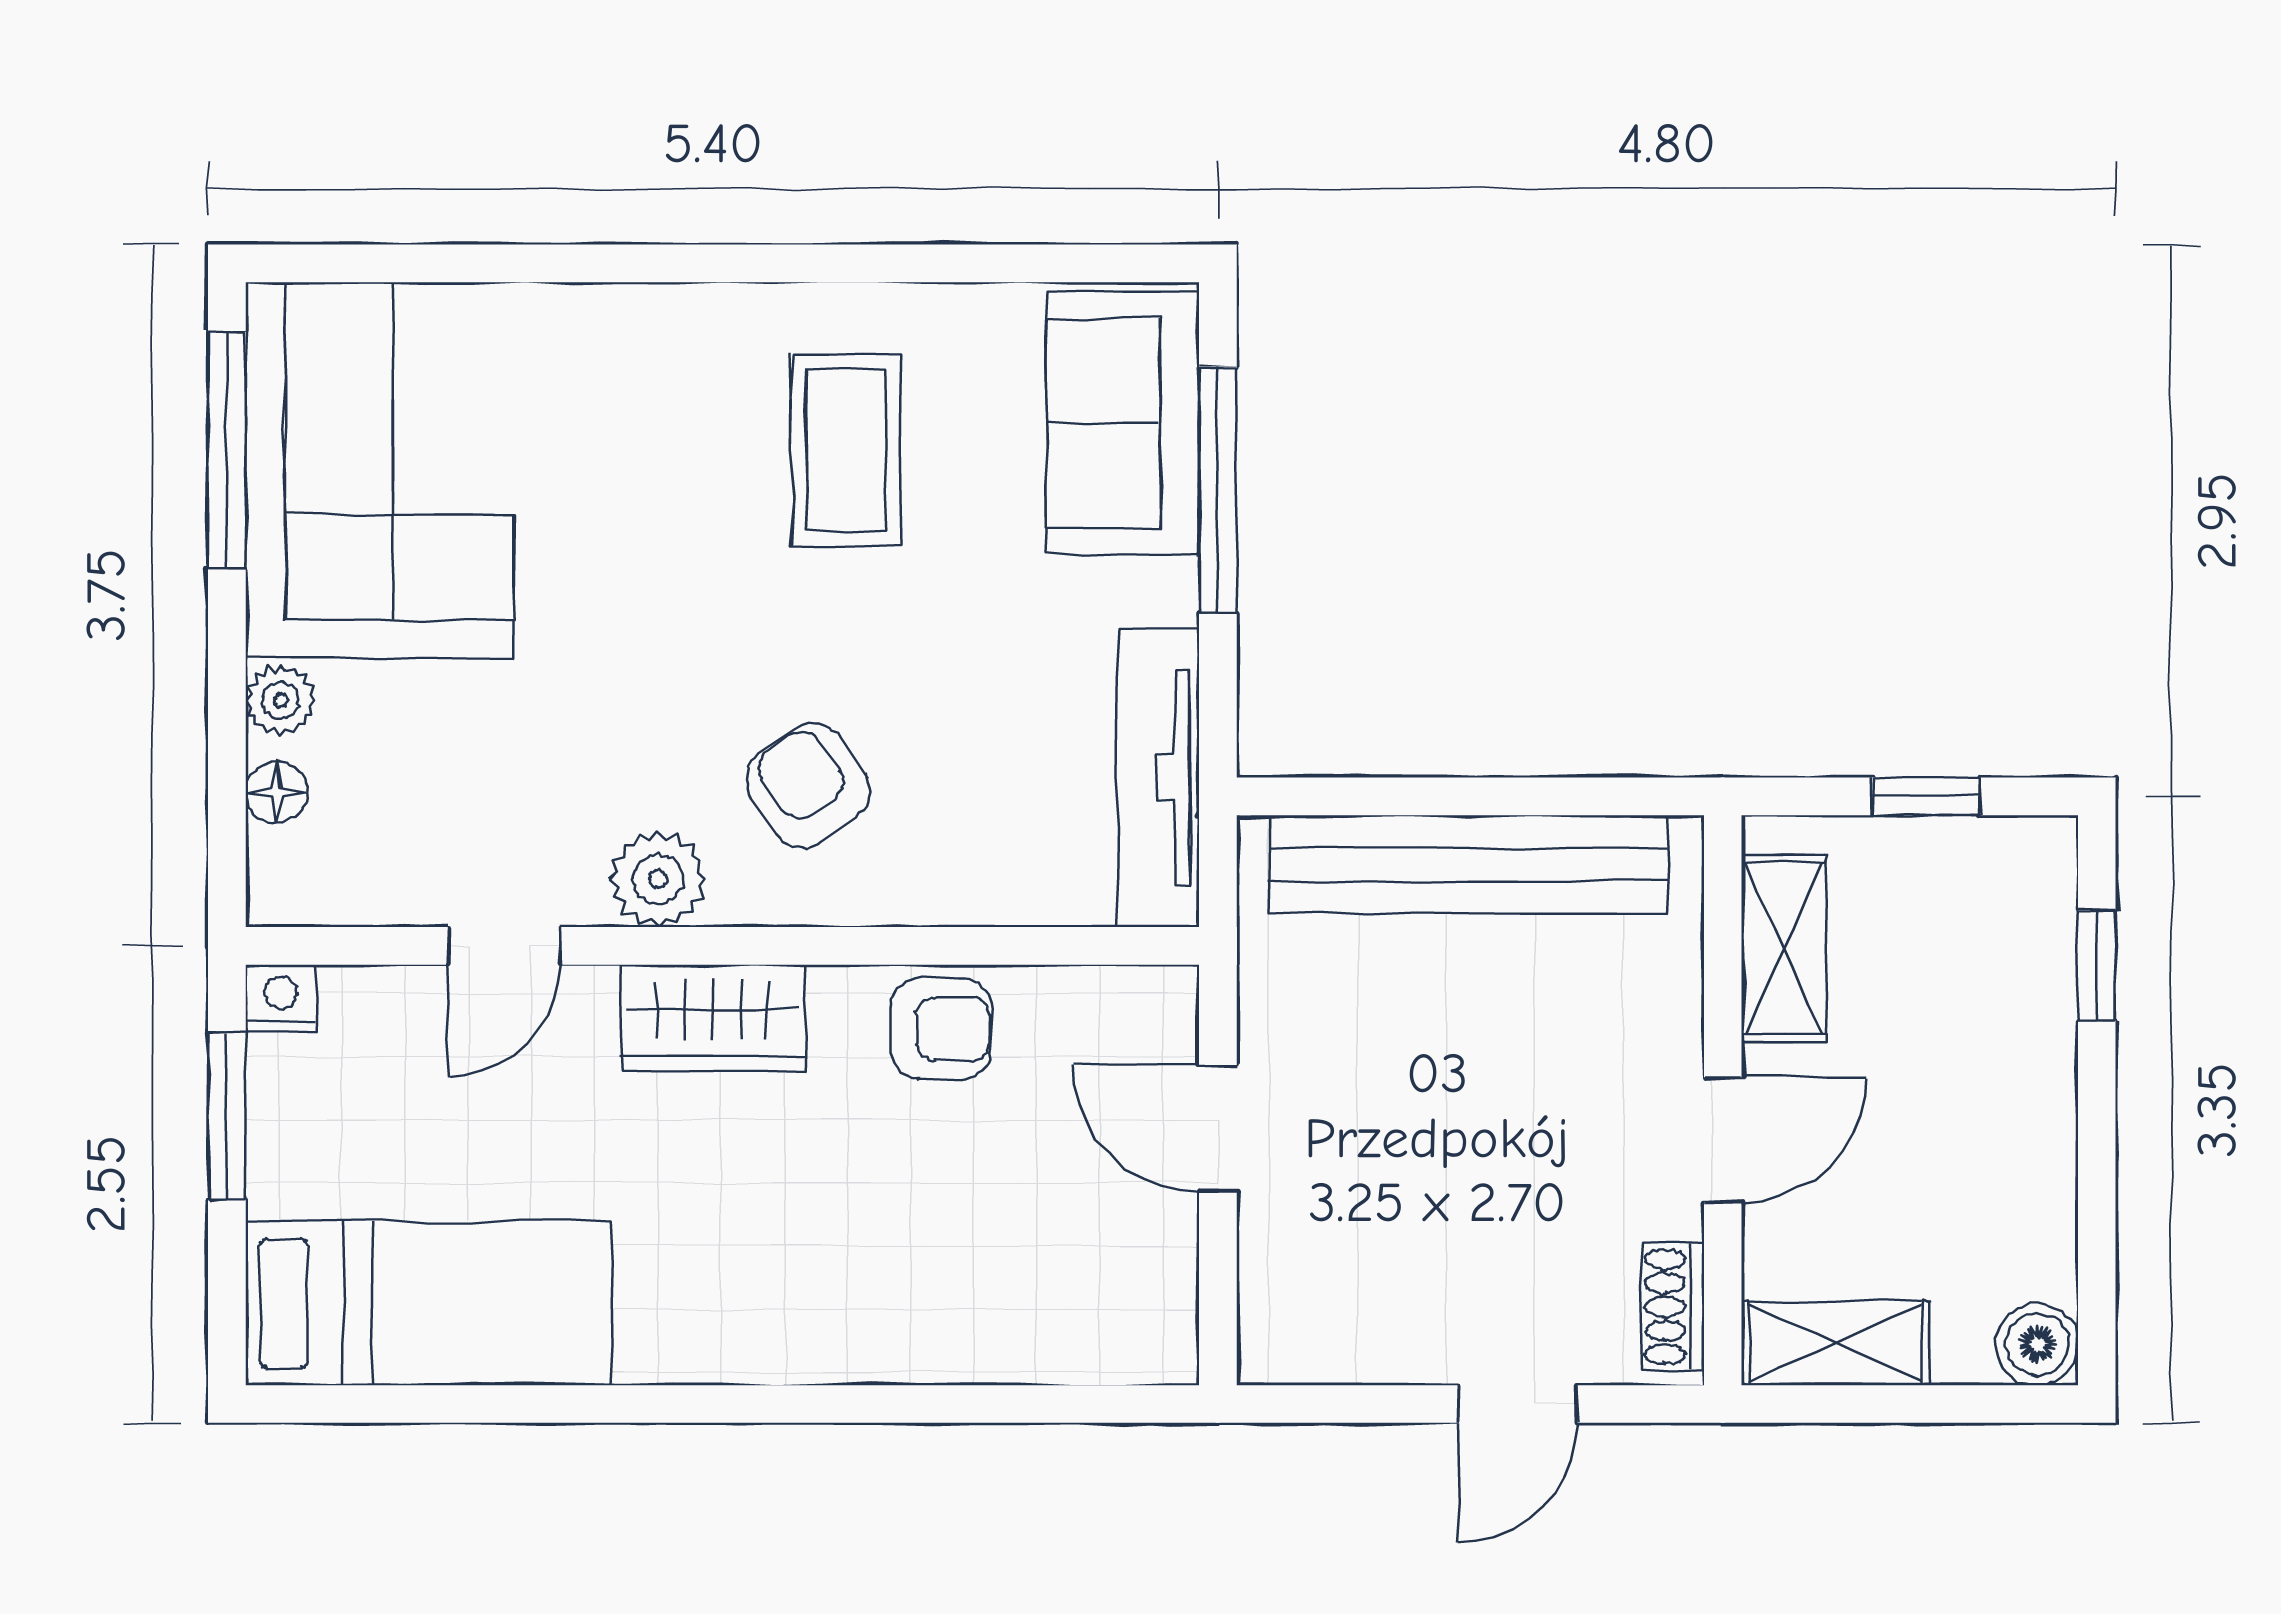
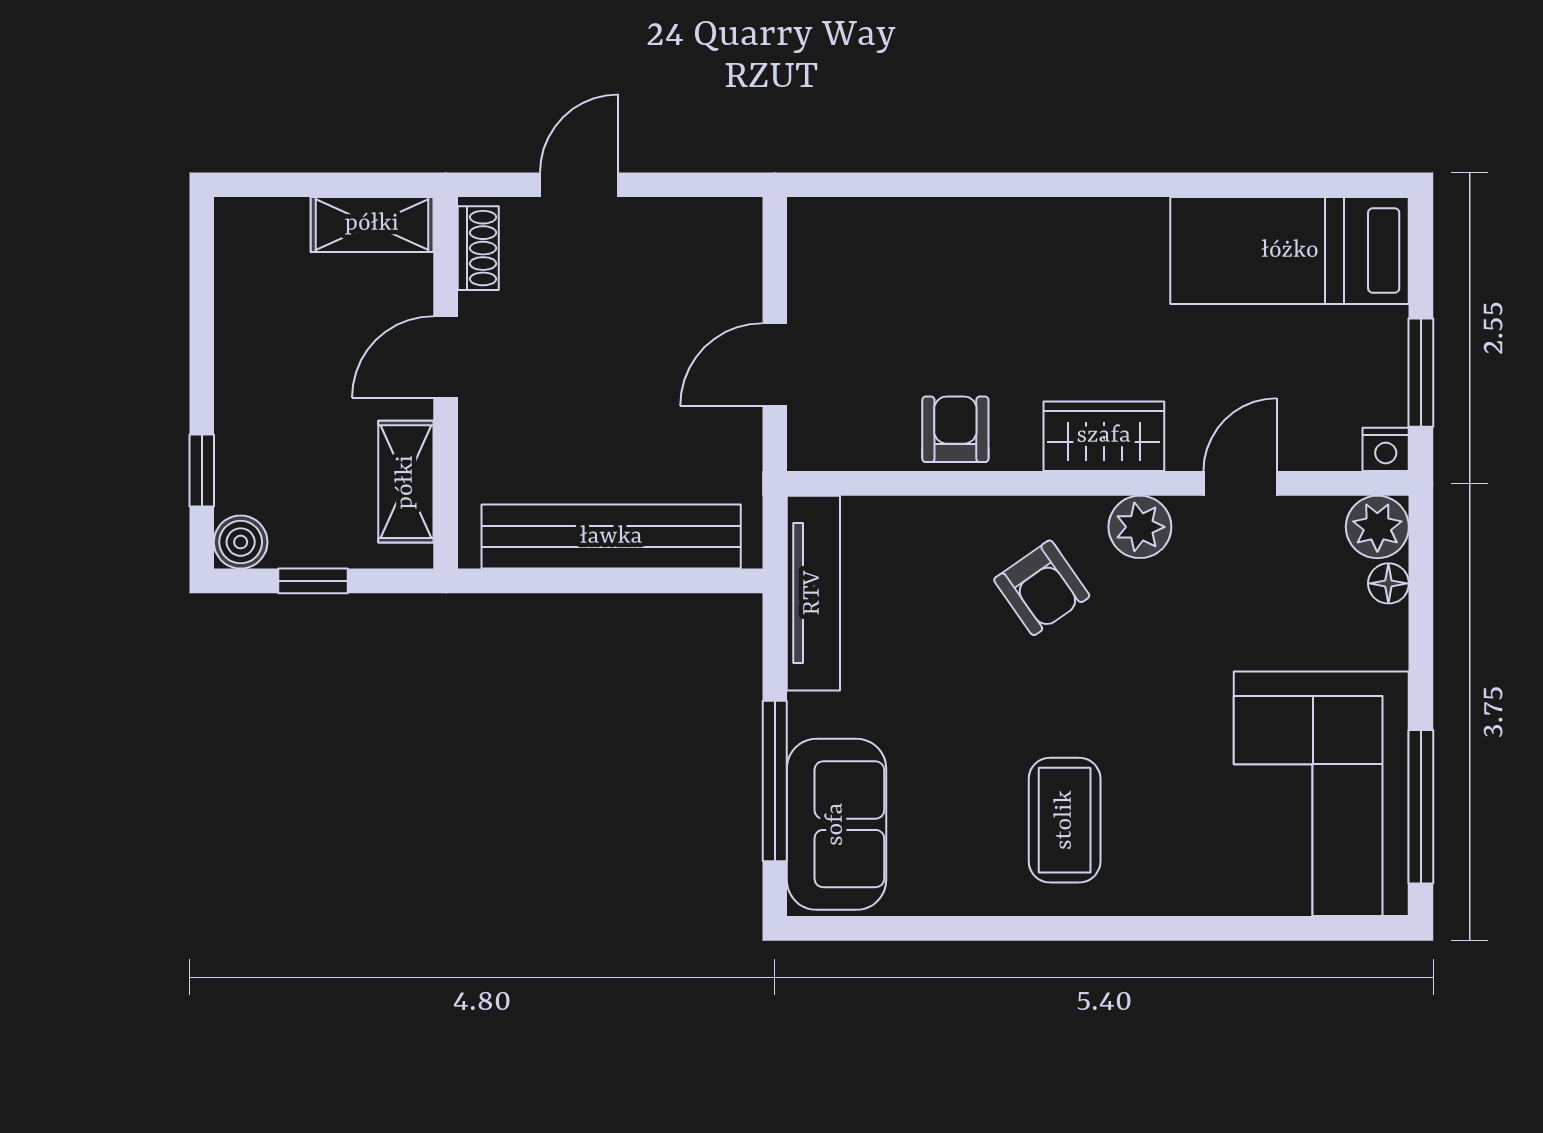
coffee table: (846, 450) -> (1065, 820), moved
plant: (281, 700) -> (1377, 527), moved, width x1.38, depth x1.38
armchair: (941, 1029) -> (955, 429), turned 90
door: (1218, 1128) -> (775, 365), swing flipped
boiler: (2037, 1344) -> (241, 542), moved

